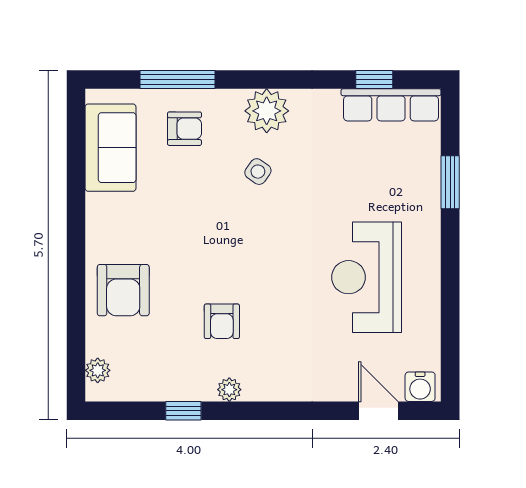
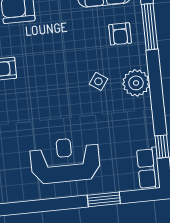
row of seats: (391, 105) -> (148, 168), width x0.68
reception desk: (367, 277) -> (65, 160), moved

